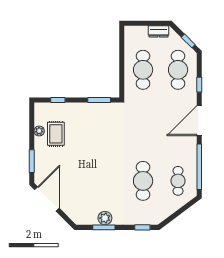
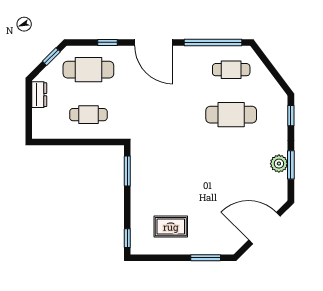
cafe table: (143, 70) -> (88, 115), width x0.73, depth x0.74
window: (58, 100) -> (127, 238), moved
plant: (39, 131) -> (167, 248), removed
door: (47, 199) -> (264, 228), moved

